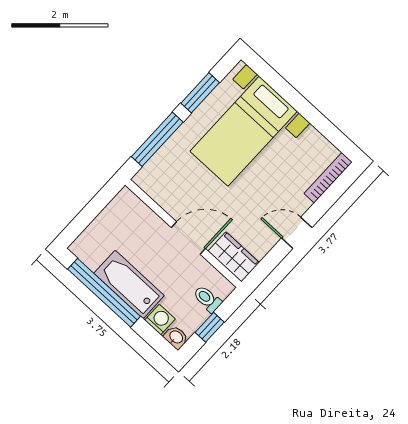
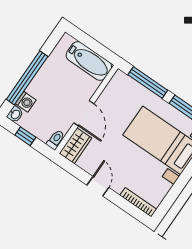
bathtub: (129, 284) -> (89, 61), moved, turned 90
window: (104, 293) -> (27, 78), moved
toilet: (207, 299) -> (56, 140), moved

